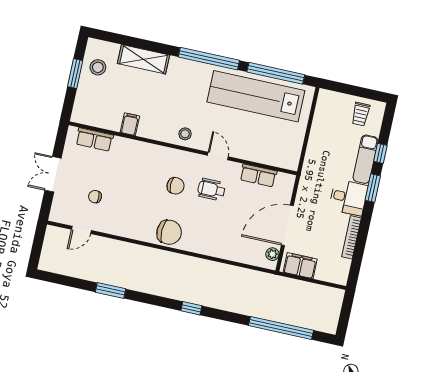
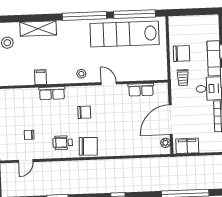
trolley: (361, 114) -> (183, 78), moved
row of seats: (94, 140) -> (52, 93), moved
chair: (324, 142) -> (182, 53), added
wheelchair: (211, 189) -> (63, 143), moved

